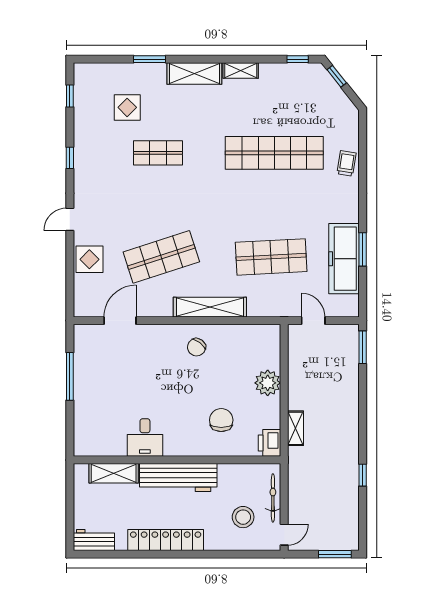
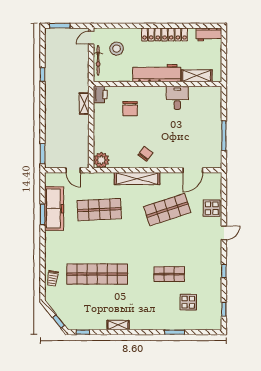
shelving: (194, 74) -> (147, 323), removed
trolley: (347, 163) -> (53, 278), moved
plant: (268, 383) -> (101, 160), moved

